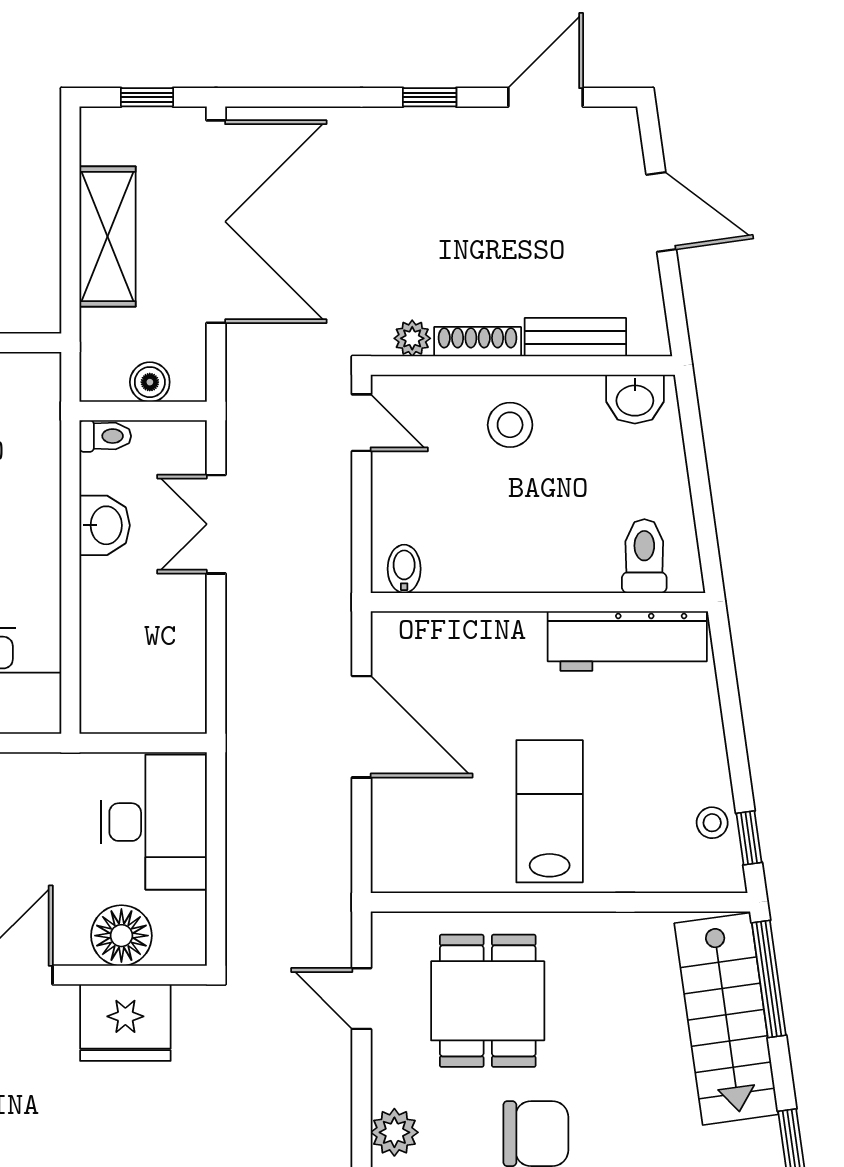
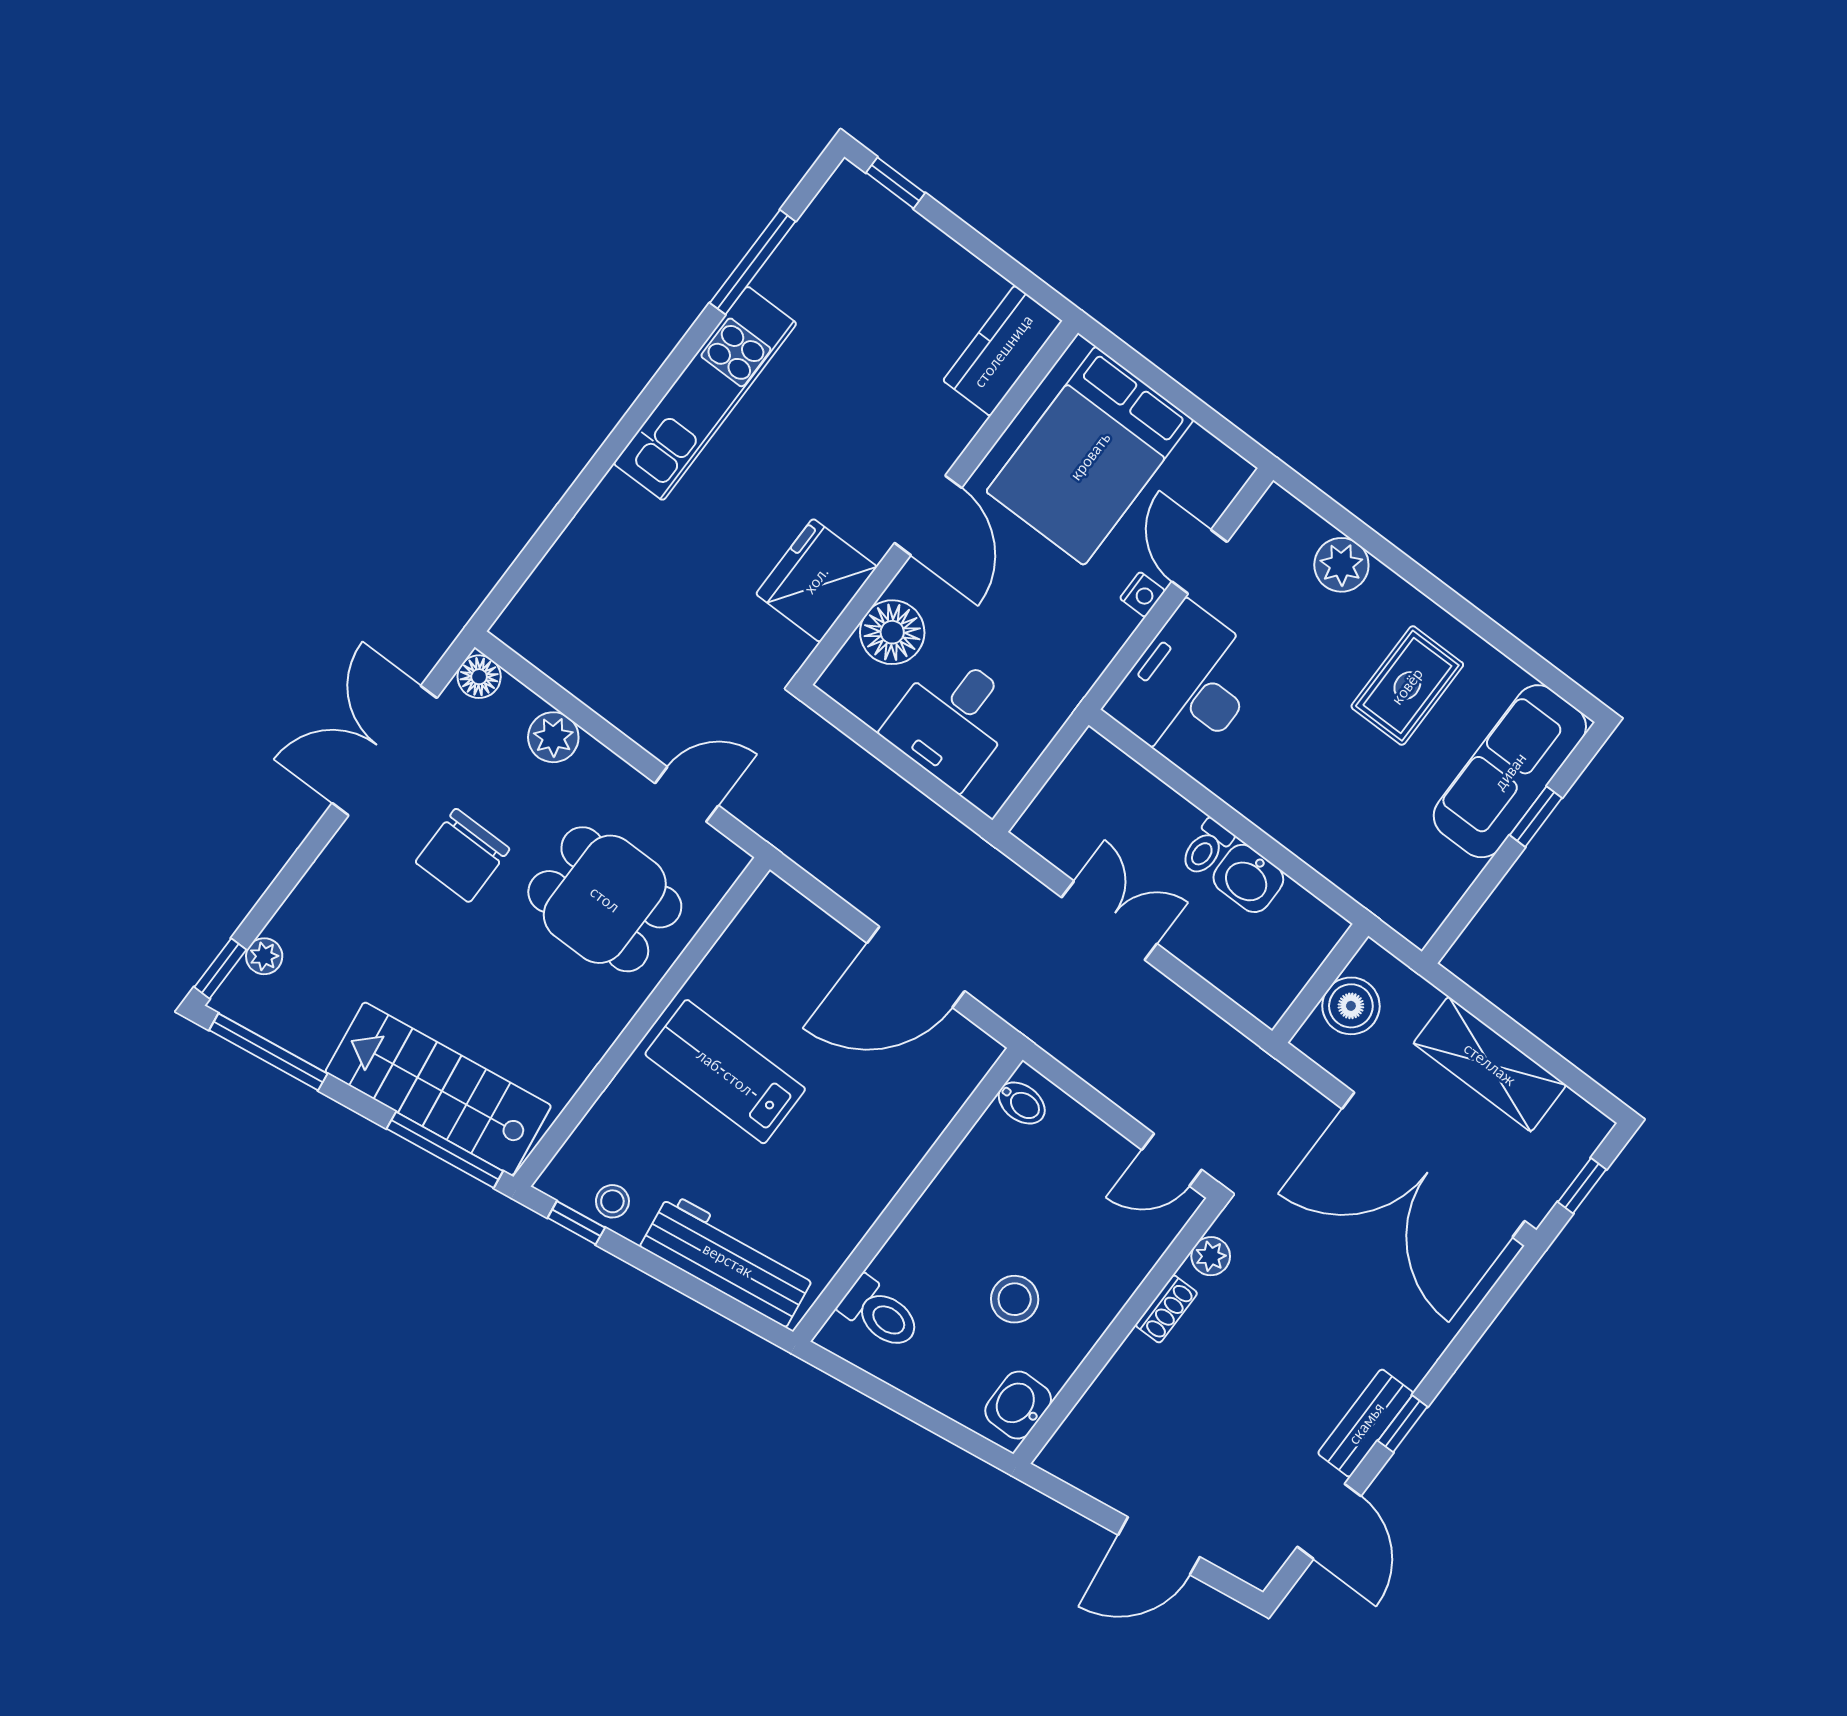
bench: (575, 337) -> (1366, 1423), moved
shoe rack: (478, 342) -> (1166, 1309), width x0.70
boiler: (150, 382) -> (1351, 1006), width x1.36, depth x1.36
stool: (510, 425) -> (1015, 1299), moved
toilet: (105, 436) -> (1206, 848), moved
double door: (216, 524) -> (1109, 921), moved
workbench: (627, 641) -> (728, 1260), moved, turned 82
lab bench: (550, 811) -> (725, 1072), turned 180
desk: (154, 822) -> (952, 720), width x0.73

